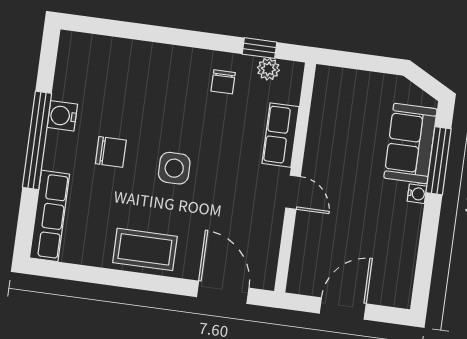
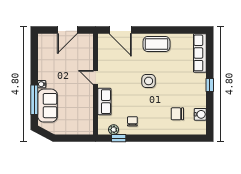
water cooler: (62, 116) -> (200, 114), moved
window: (37, 140) -> (210, 85), width x0.32
chair: (111, 152) -> (177, 114), moved

